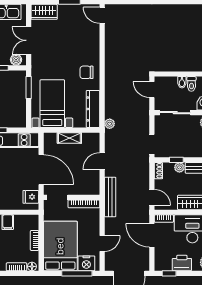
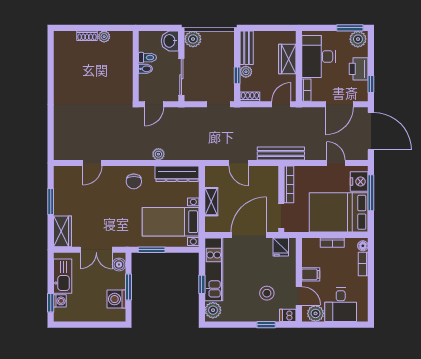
door: (102, 15) -> (92, 163), moved
plant: (110, 124) -> (158, 154), moved
door: (152, 235) -> (339, 104), moved

